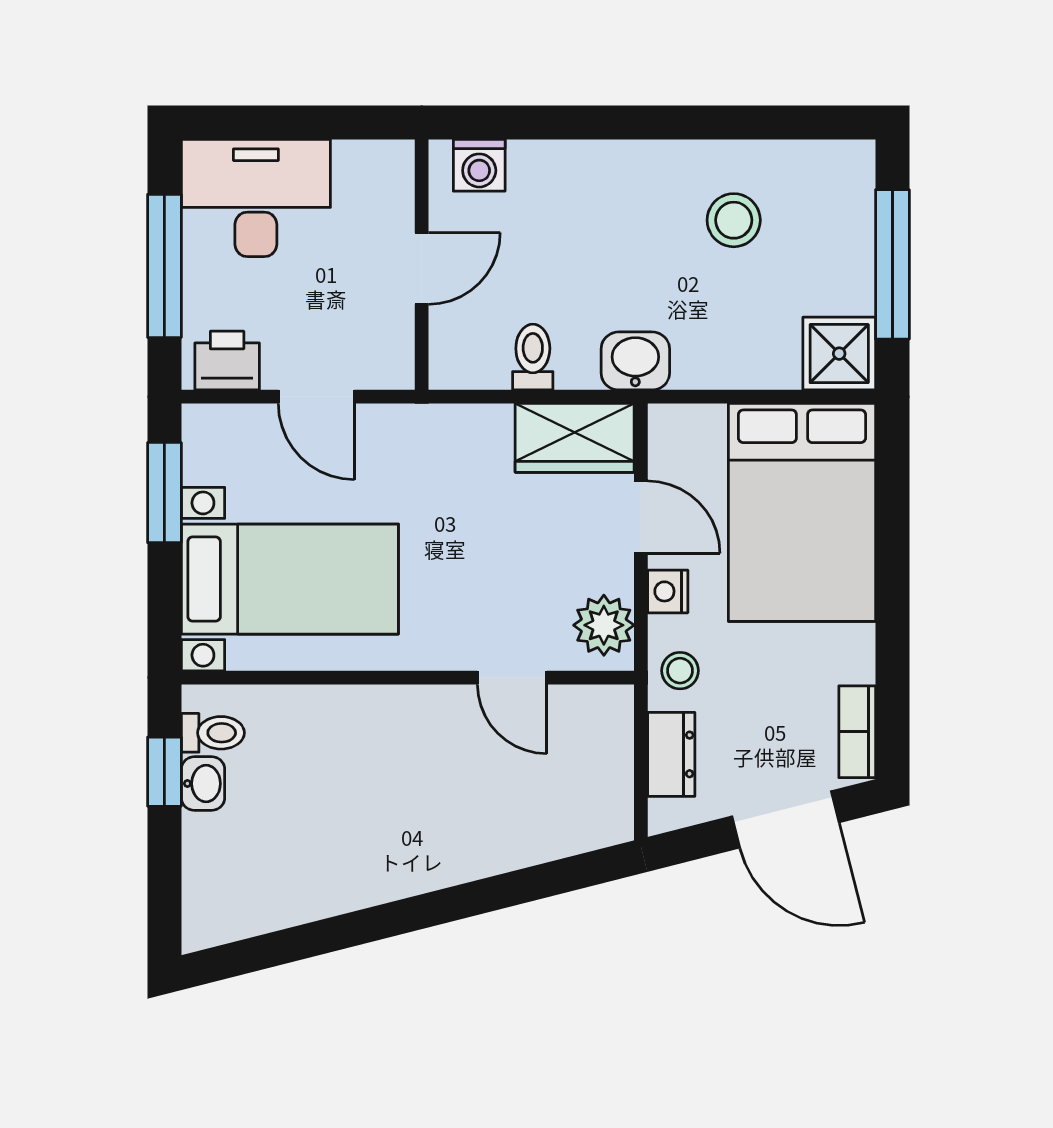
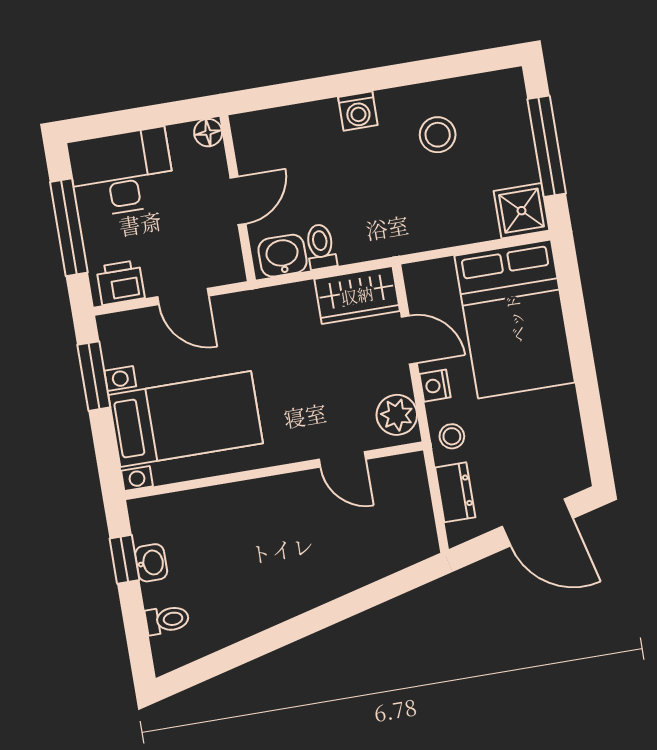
floor lamp: (394, 160) -> (208, 133), added
washing machine: (479, 165) -> (358, 111), moved
washbasin: (635, 361) -> (282, 256), moved
bookcase: (857, 732) -> (575, 457), removed
toilet: (213, 733) -> (167, 620), moved

